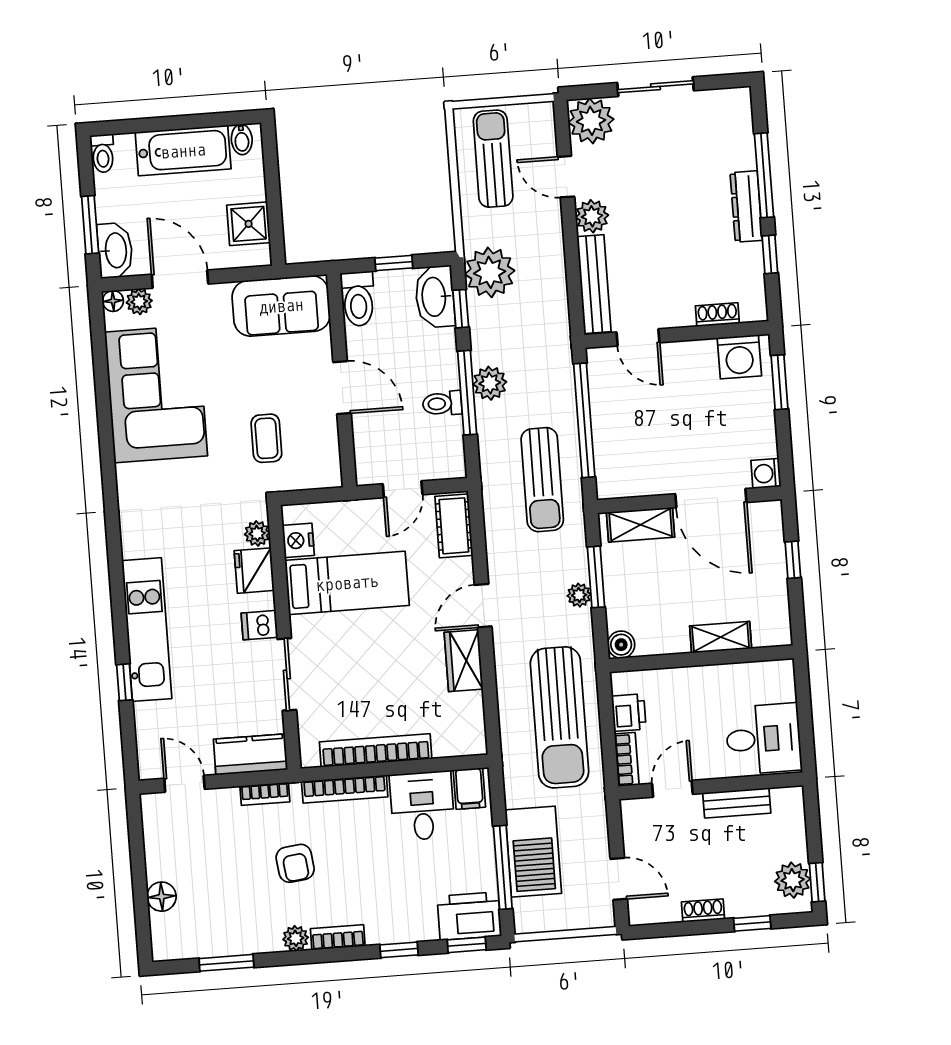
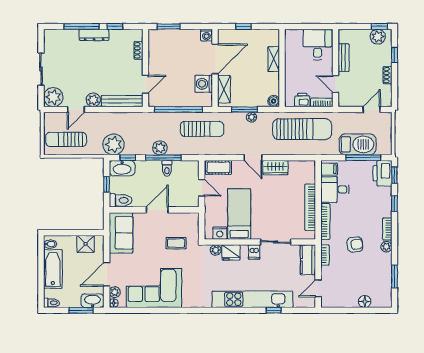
washing machine: (739, 357) -> (204, 84), moved, turned 180
kitchen unit: (147, 630) -> (252, 299), width x1.36

